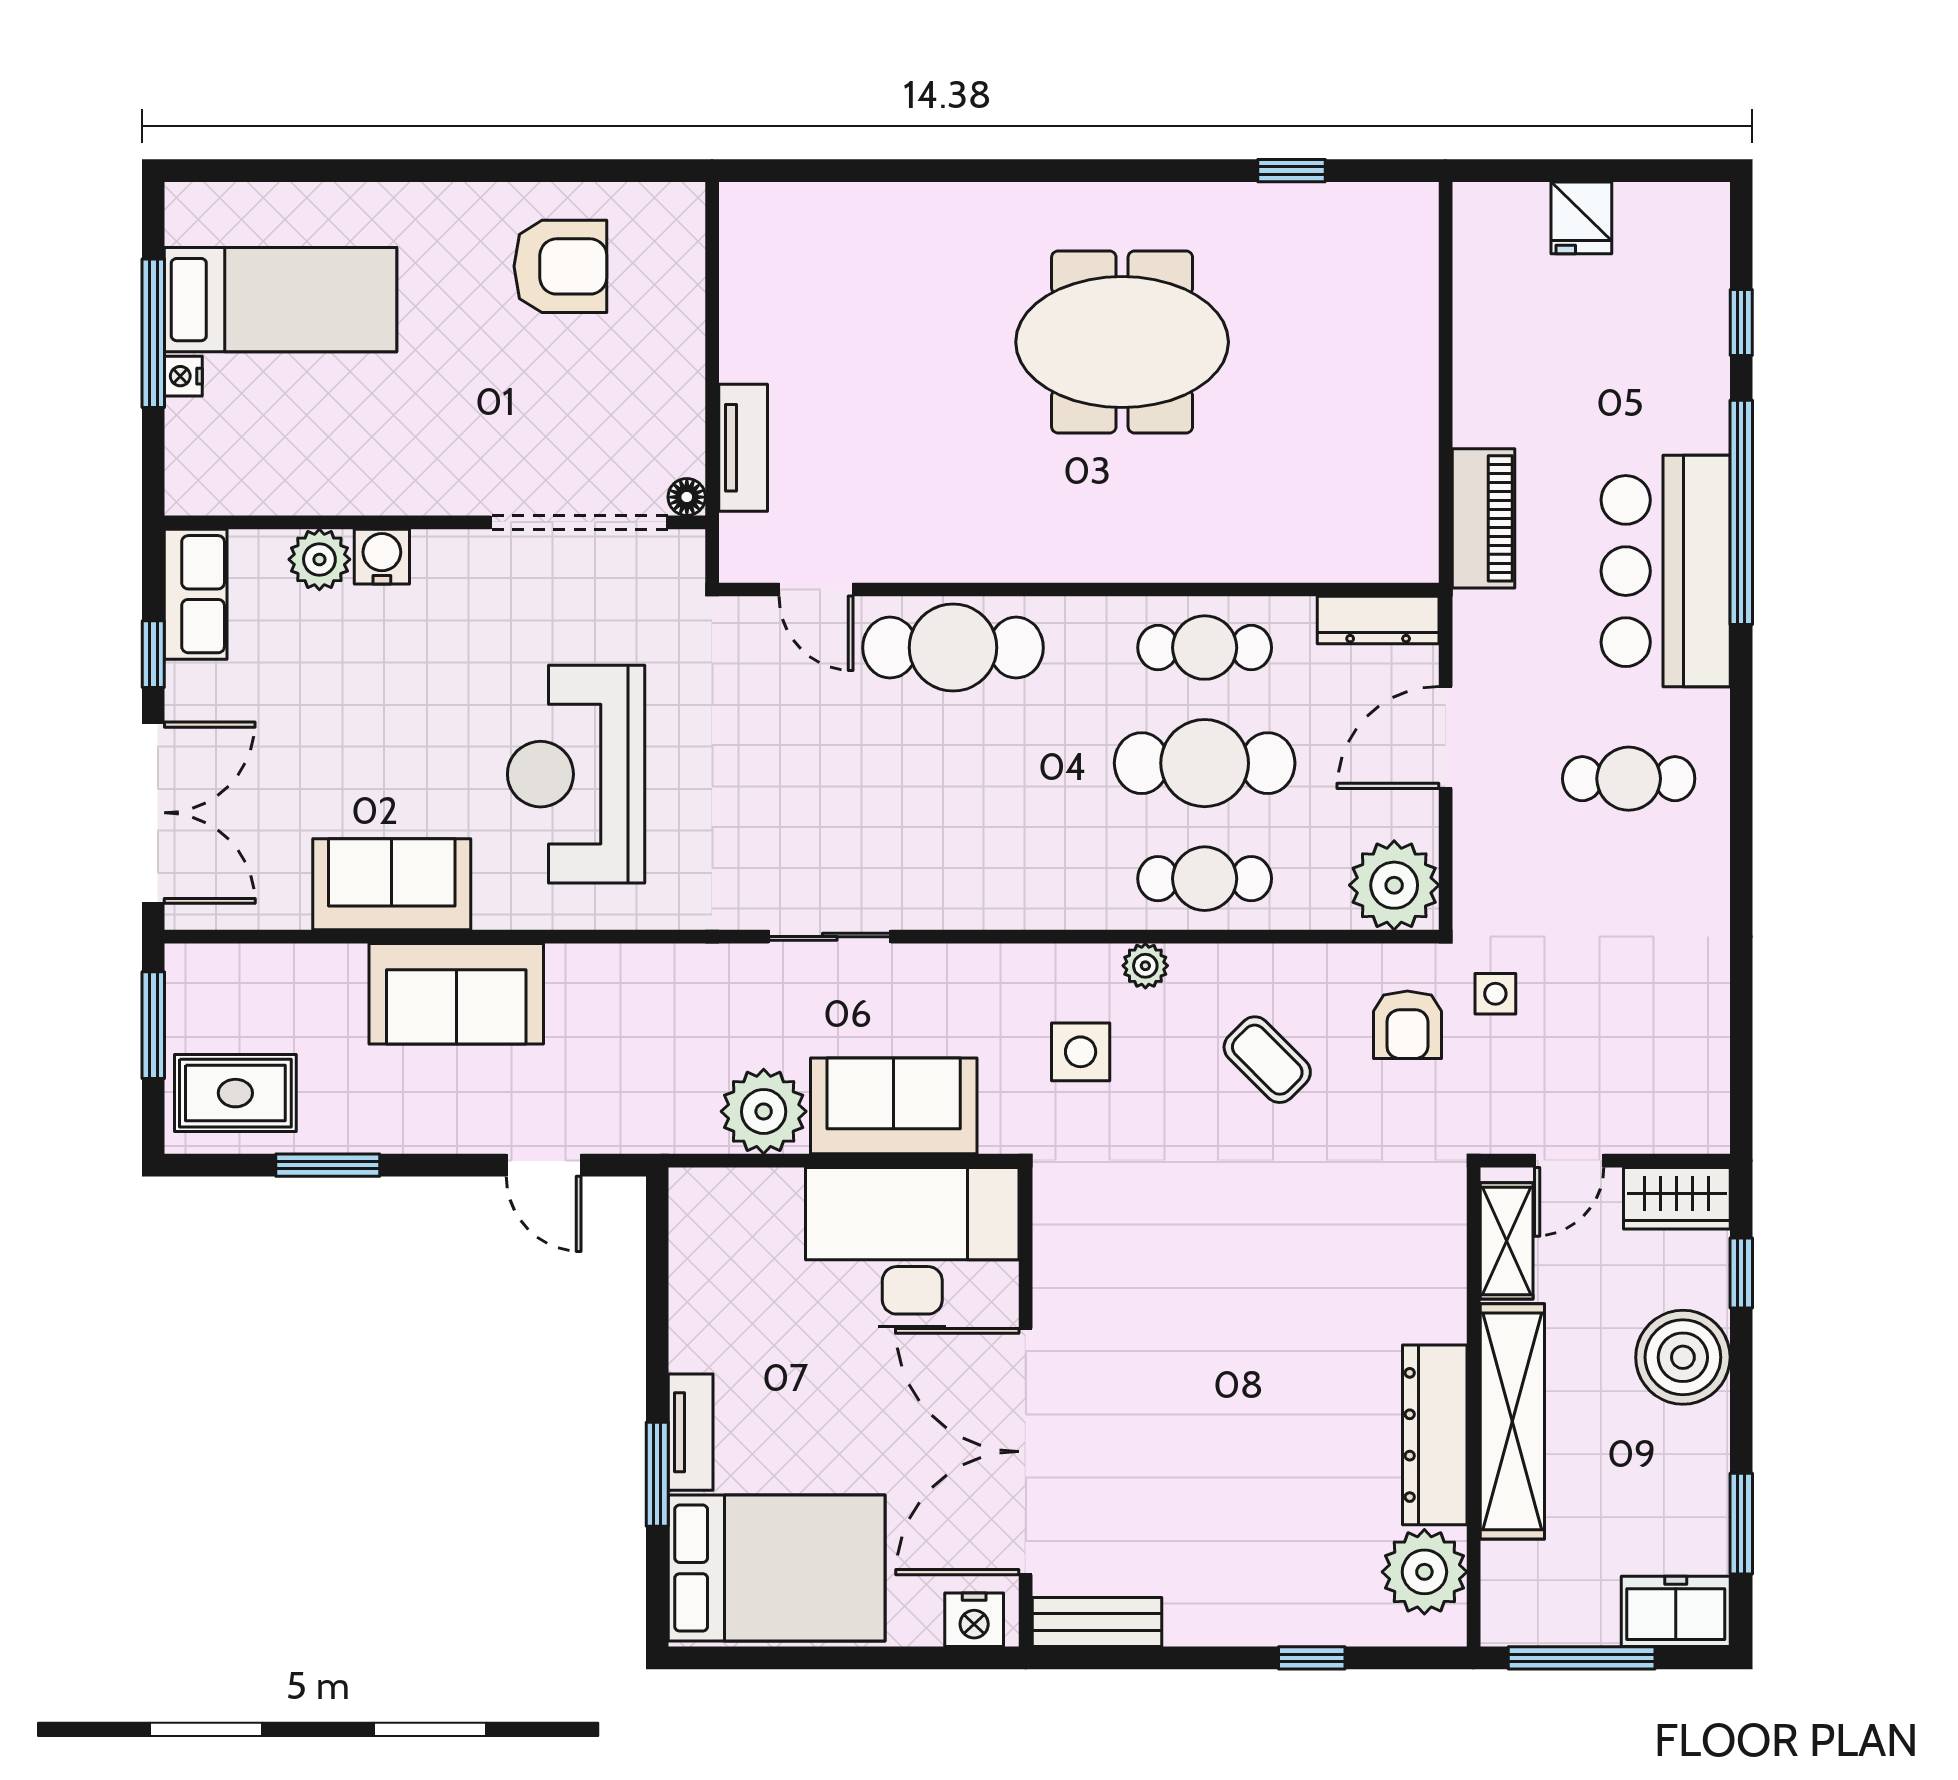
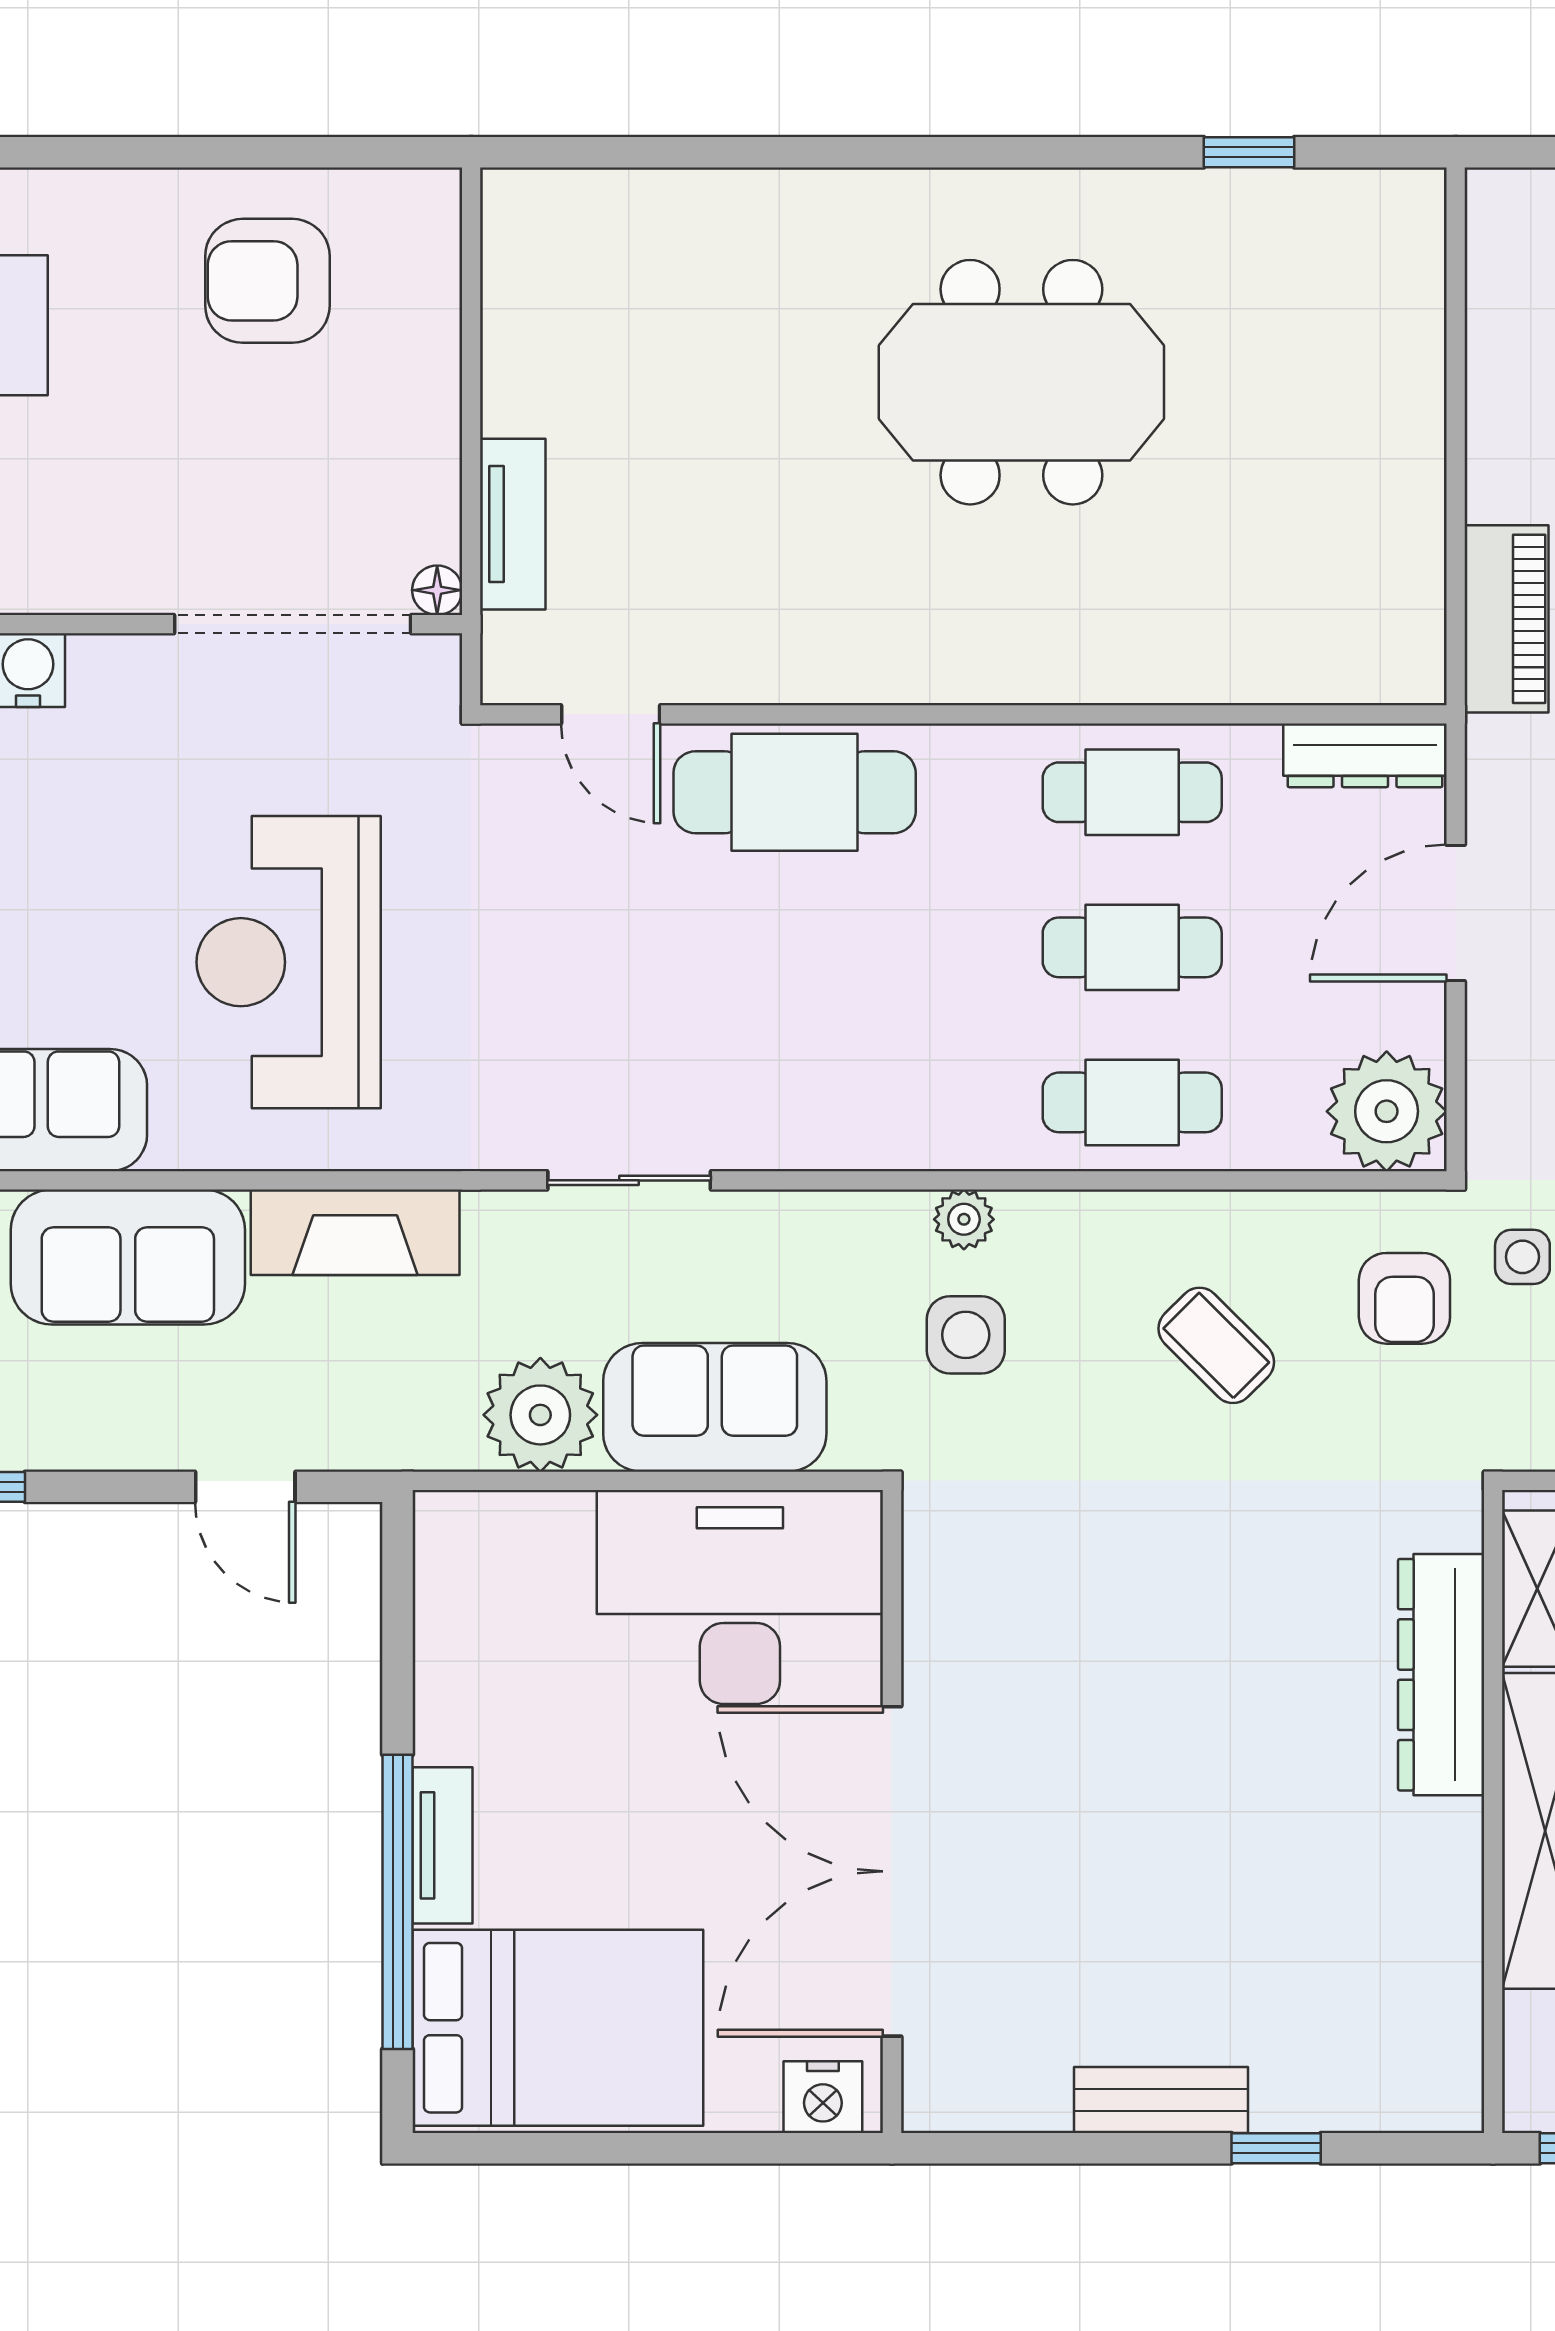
armchair: (560, 266) -> (267, 281), turned 180
cafe table: (1205, 763) -> (1132, 947), width x0.73, depth x0.74
plant: (1145, 966) -> (964, 1219), moved
fireplace: (626, 975) -> (355, 1232), added
dresser: (1435, 1435) -> (1441, 1675), moved
window: (657, 1474) -> (398, 1902), width x2.11
plant: (1424, 1572) -> (1427, 2033), removed
bench: (1097, 1622) -> (1161, 2100), moved

